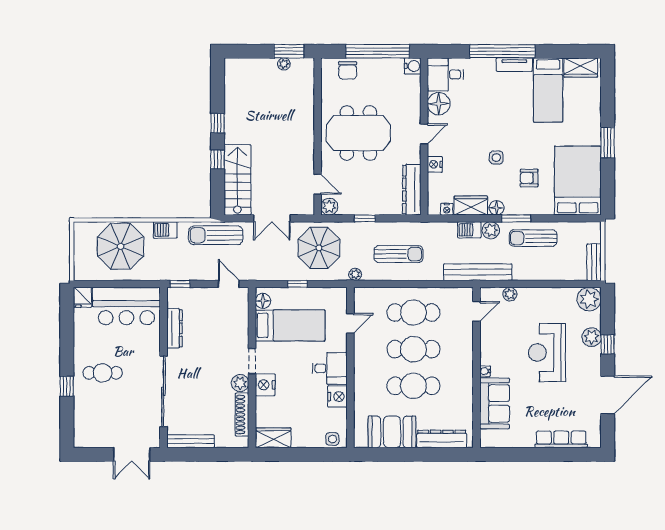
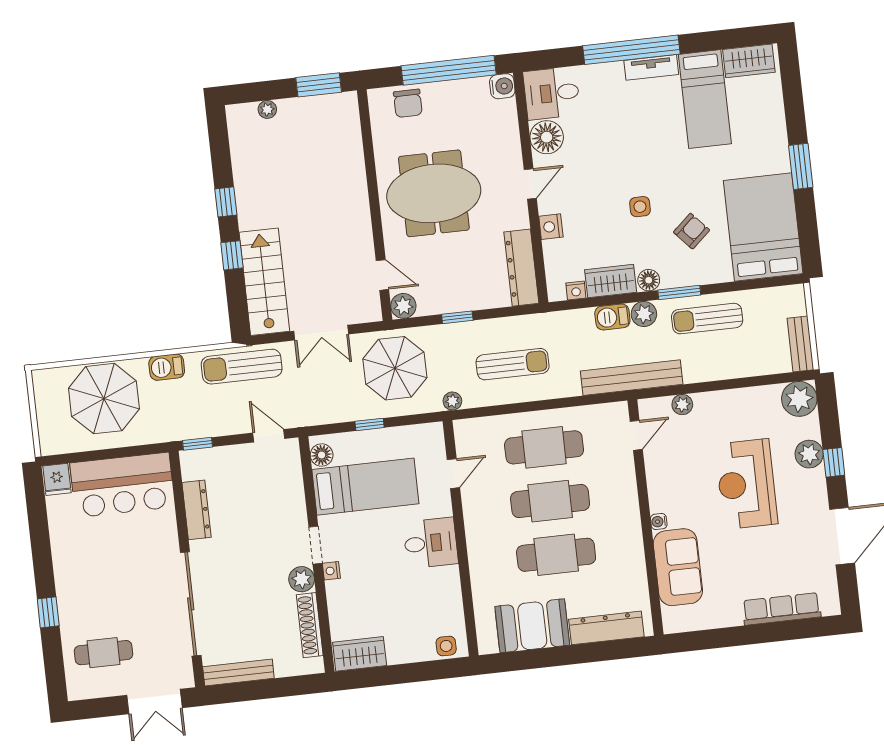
plant: (284, 64) -> (267, 109), moved
armchair: (529, 178) -> (692, 231), turned 138
cafe table: (103, 373) -> (103, 653), moved
nightstand: (265, 385) -> (331, 571), width x0.53, depth x0.56
nightstand: (337, 397) -> (446, 583), removed

